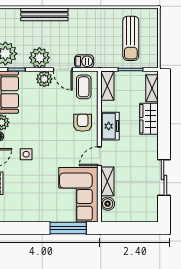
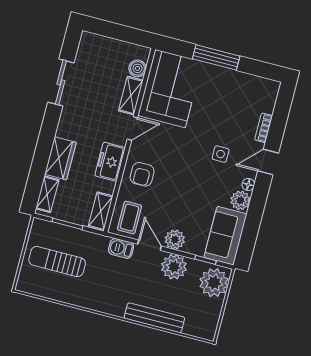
sun lounger: (131, 38) -> (57, 262), turned -90
window: (68, 228) -> (216, 57), moved

